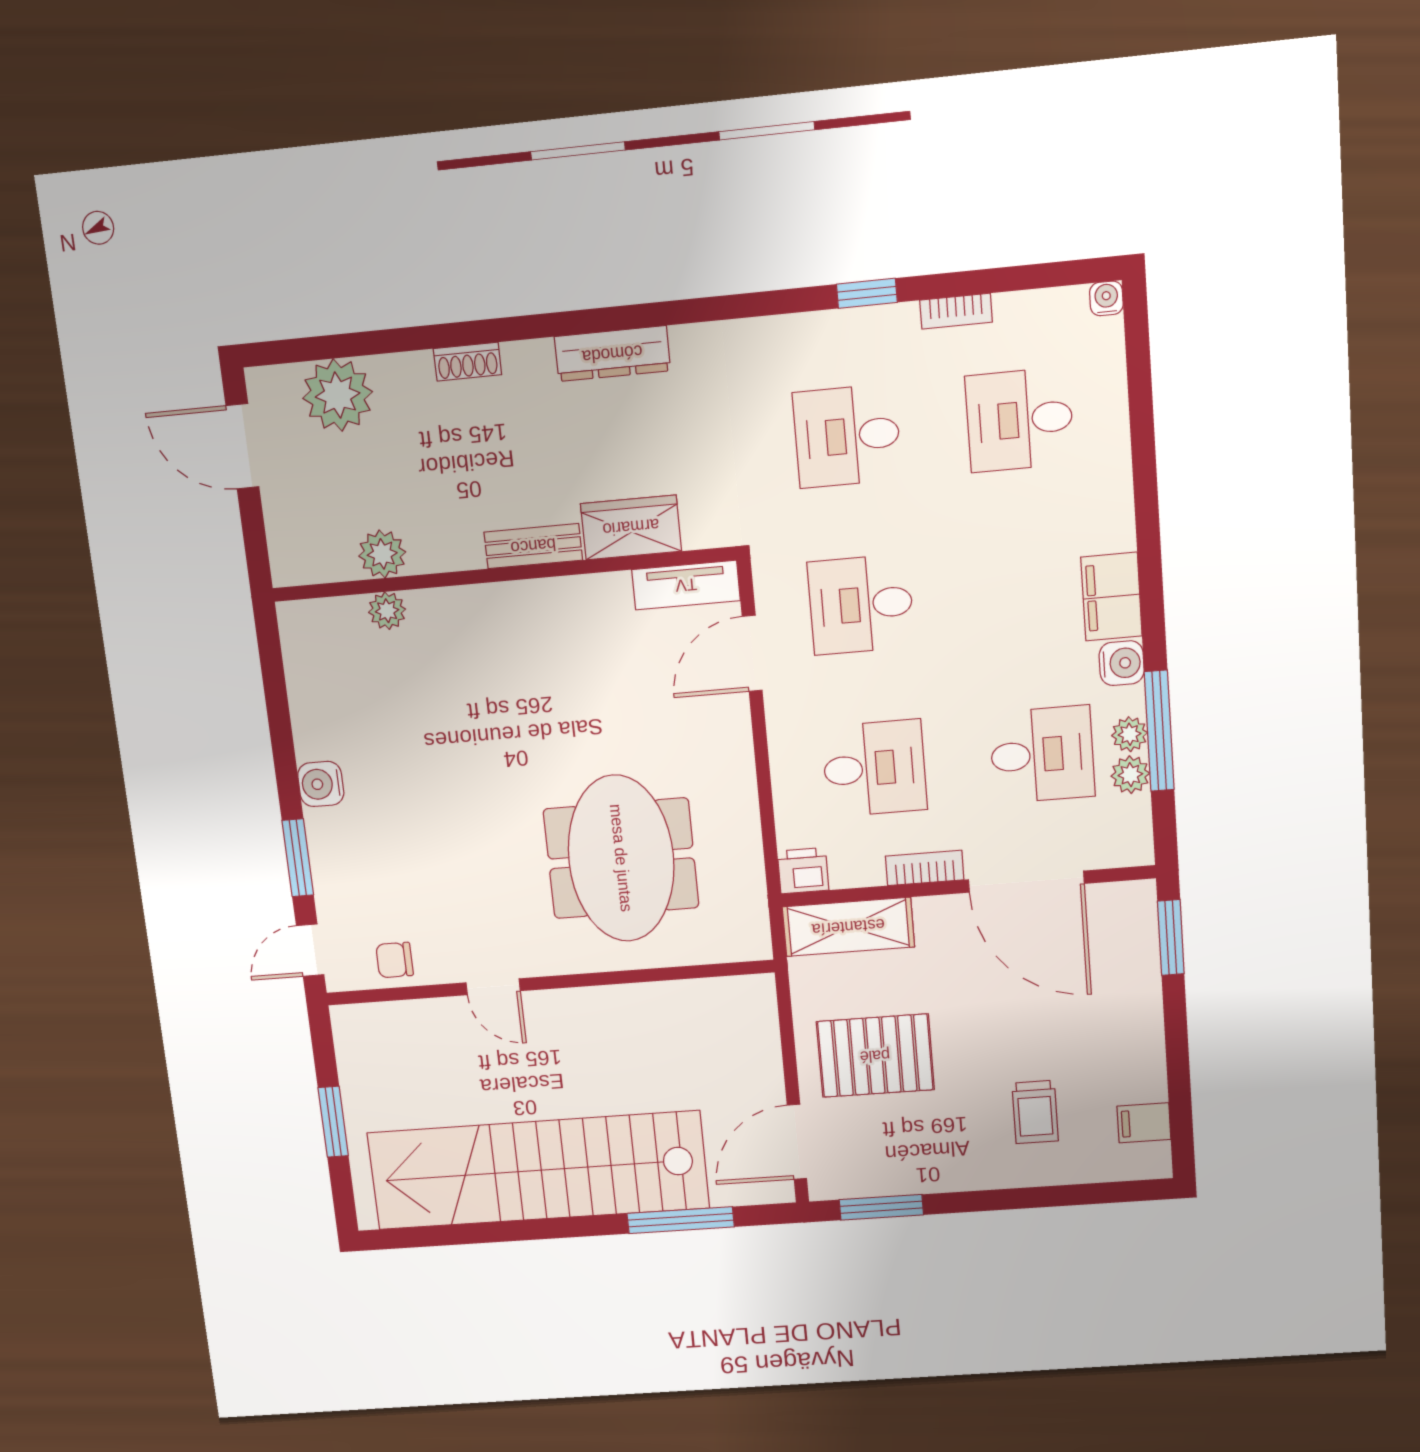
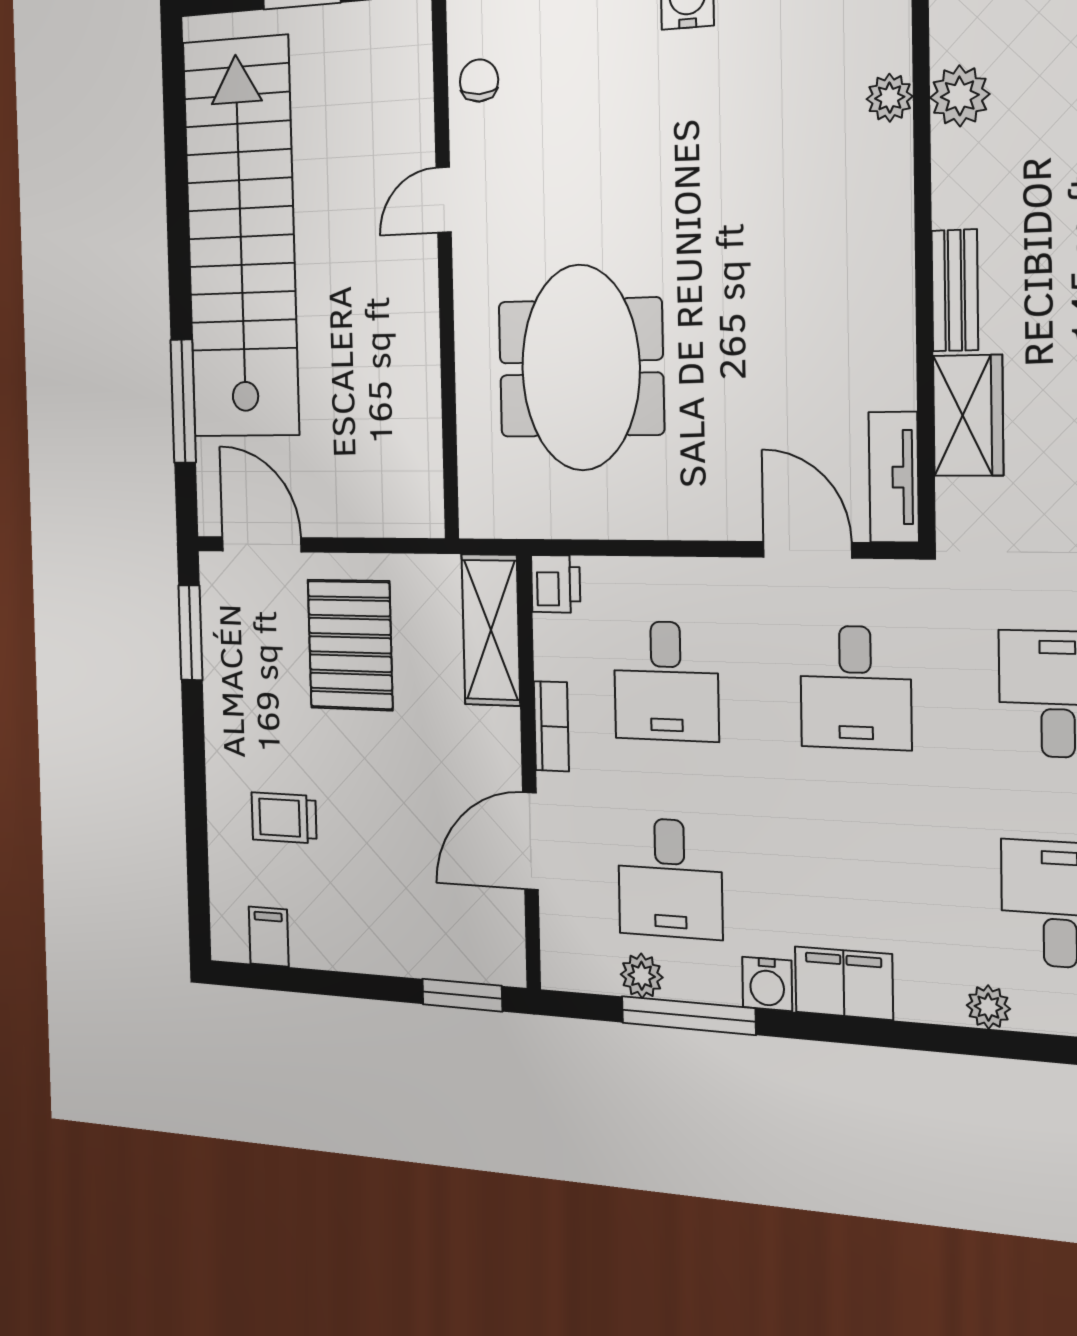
desk: (861, 605) -> (855, 687), turned 180
plant: (1130, 734) -> (988, 1007), moved
meeting table: (621, 858) -> (581, 368), turned 90
door: (1026, 882) -> (530, 841), width x0.73

